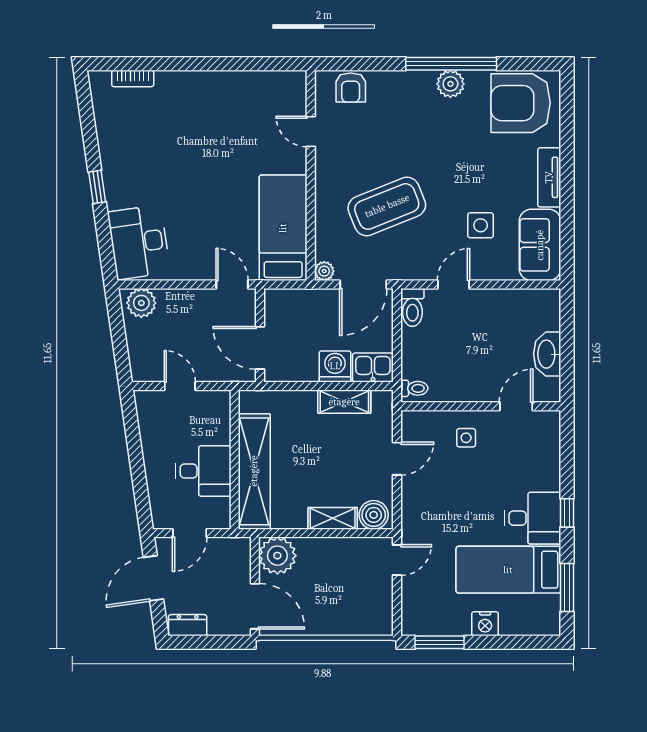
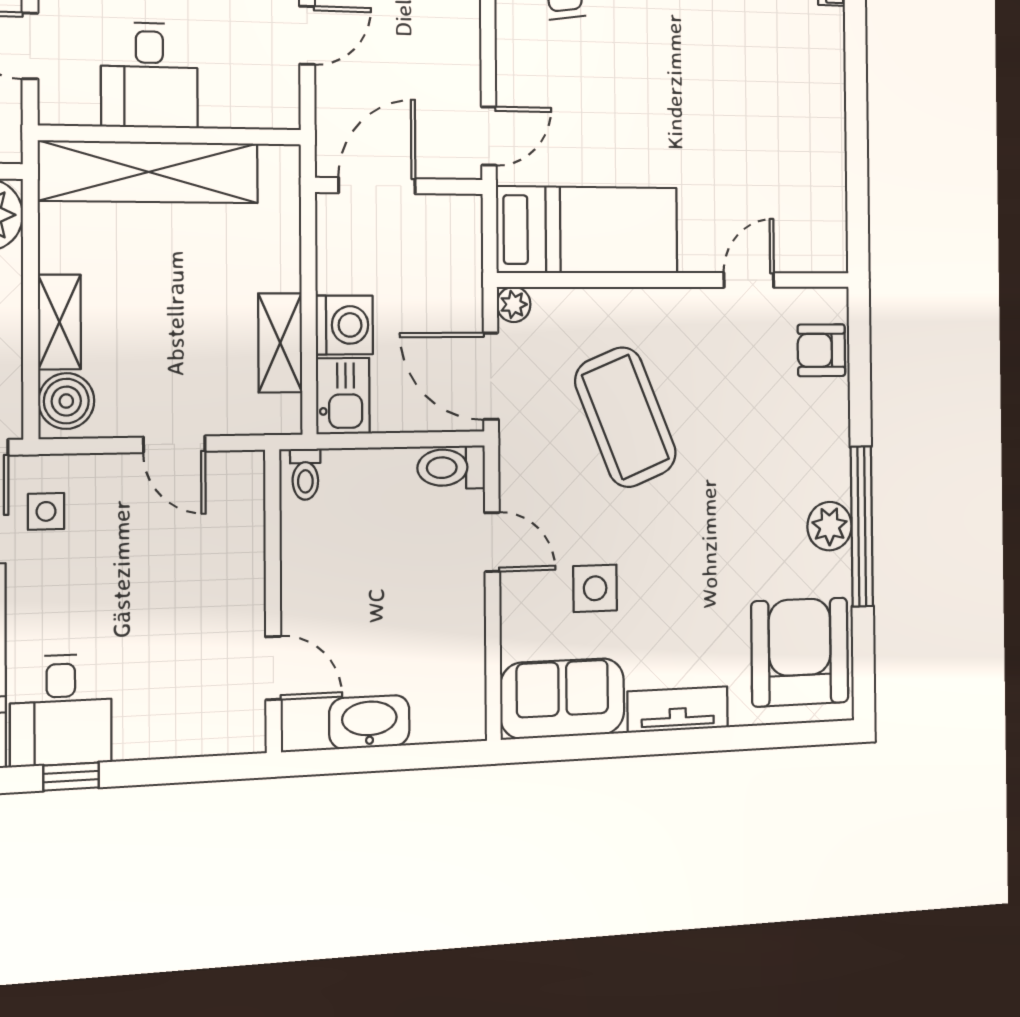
side table: (466, 438) -> (46, 511), moved

